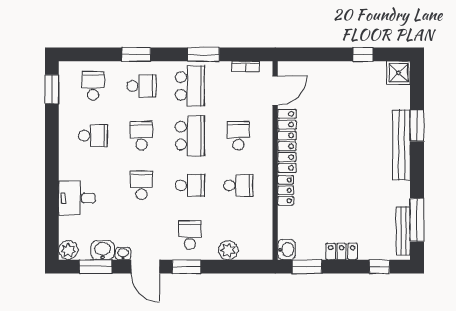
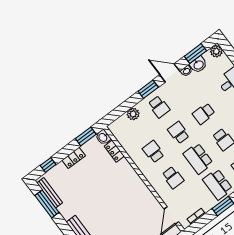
locker: (287, 141) -> (146, 194), removed
school desk: (141, 185) -> (204, 114), turned 90
school desk: (190, 185) -> (179, 133), turned 90
school desk: (238, 185) -> (153, 152), turned 90
locker: (286, 190) -> (114, 151), moved

